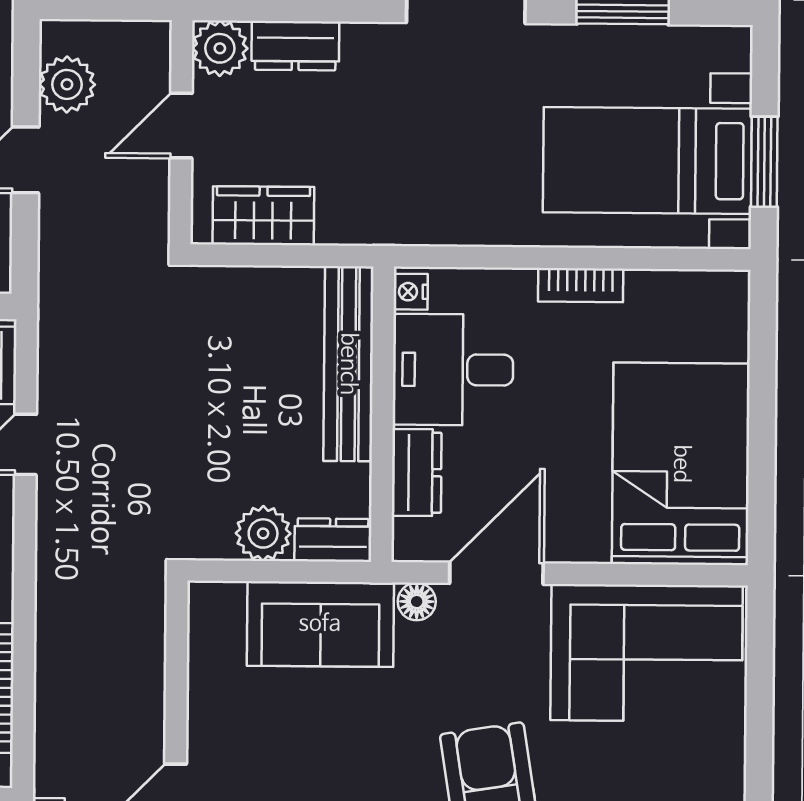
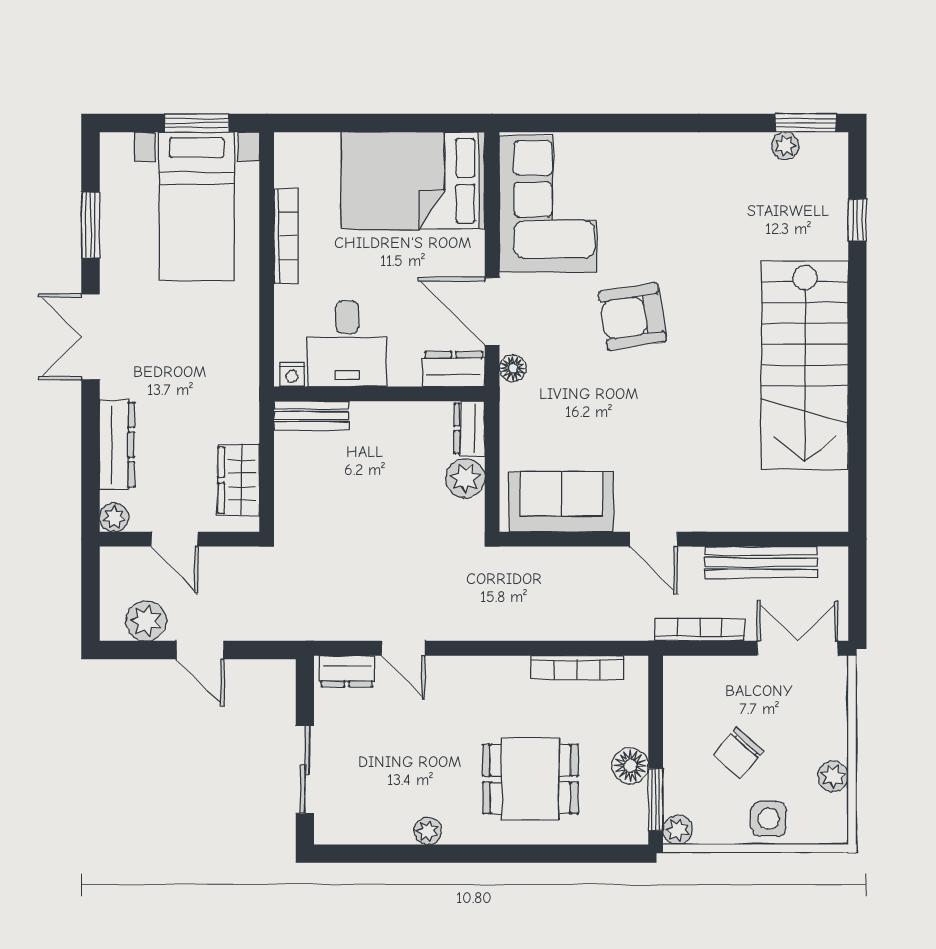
dresser: (295, 46) -> (117, 445), width x1.44
plant: (220, 48) -> (114, 517), width x0.73, depth x0.73
bookcase: (581, 285) -> (286, 236), width x1.56
bench: (348, 364) -> (311, 415), width x0.54, depth x0.82
dresser: (417, 473) -> (454, 369), moved
sofa: (320, 624) -> (561, 502), moved, turned -90

